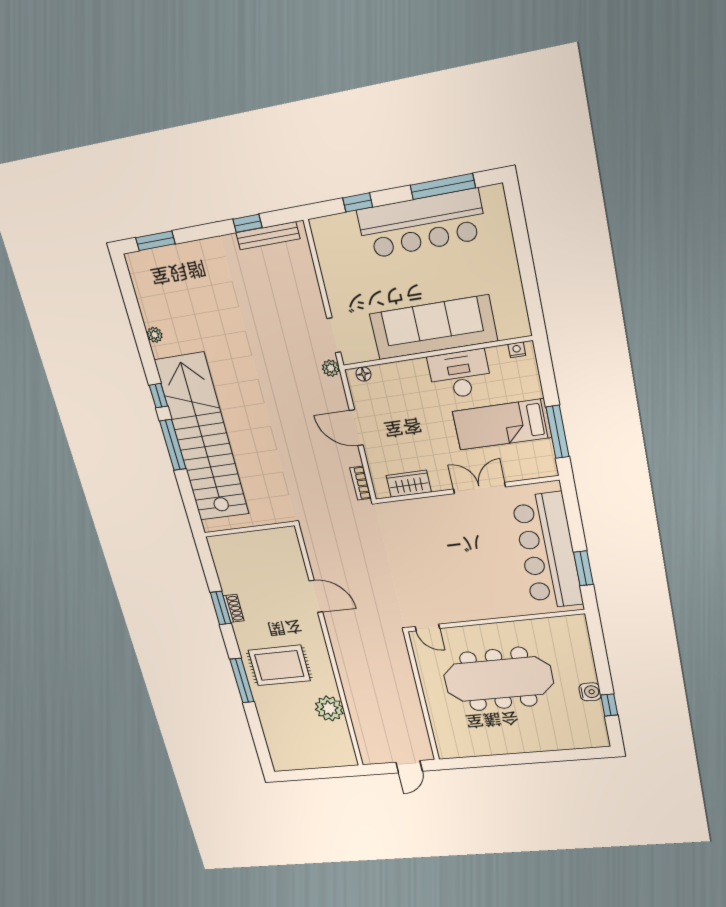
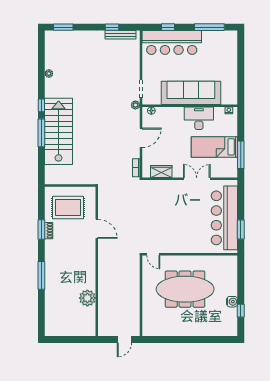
bar counter: (422, 224) -> (172, 42), moved
door: (356, 428) -> (141, 138), swing flipped
stairs: (202, 438) -> (59, 131), width x0.73
rug: (279, 665) -> (68, 207), moved

